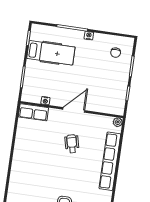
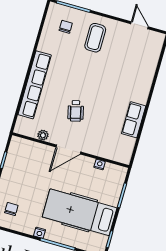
hospital bed: (51, 53) -> (80, 212), width x1.37, depth x1.29
row of seats: (33, 112) -> (134, 120), moved, turned -90
plant: (118, 122) -> (43, 135), moved

